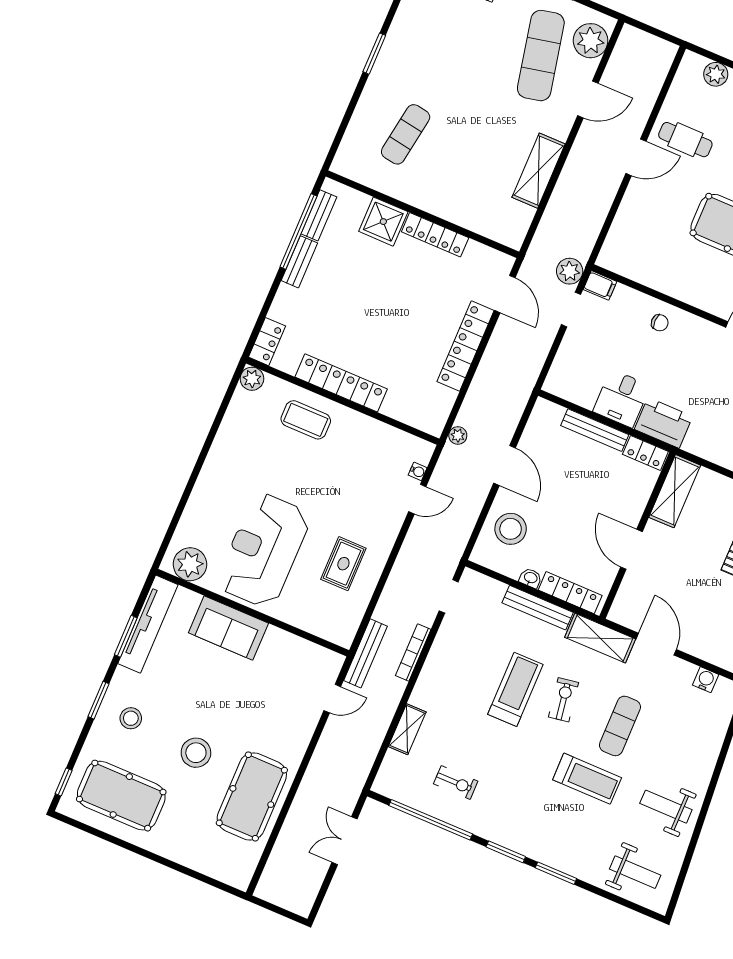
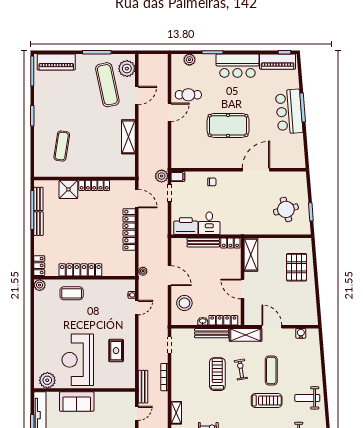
printer: (663, 423) -> (186, 226), moved

